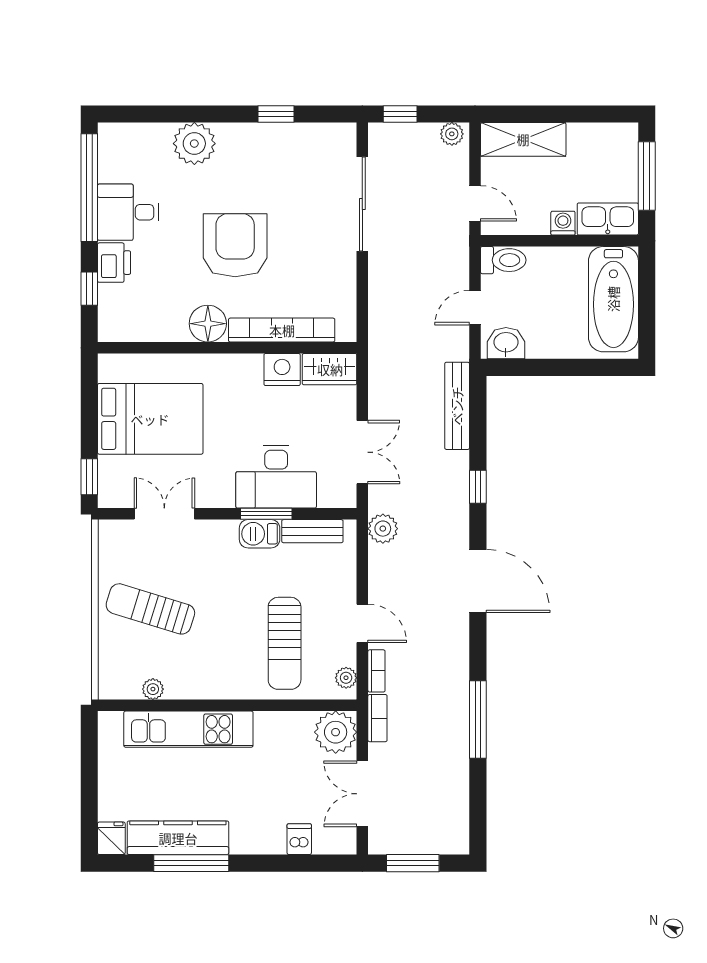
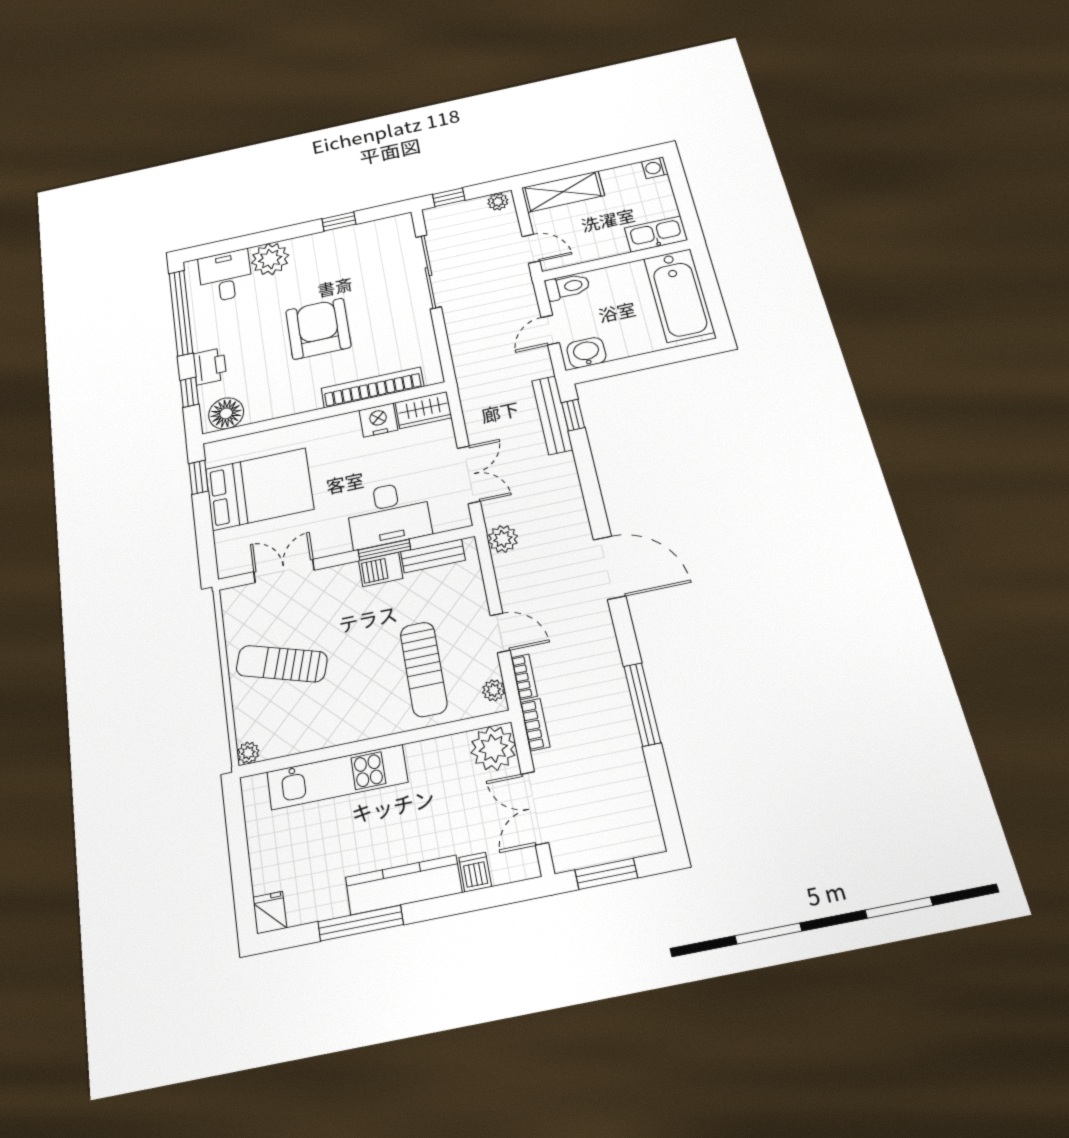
window: (647, 176) -> (682, 194), removed
desk: (128, 212) -> (225, 276), moved, turned 90
washing machine: (563, 223) -> (655, 168), moved, turned -90
floor lamp: (208, 324) -> (226, 413), moved
window: (89, 477) -> (199, 477), moved
window: (478, 487) -> (573, 415), moved
plant: (153, 689) -> (248, 753), moved
kitchen counter: (178, 838) -> (404, 885), moved

